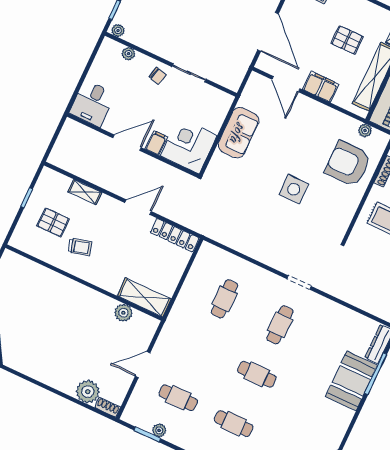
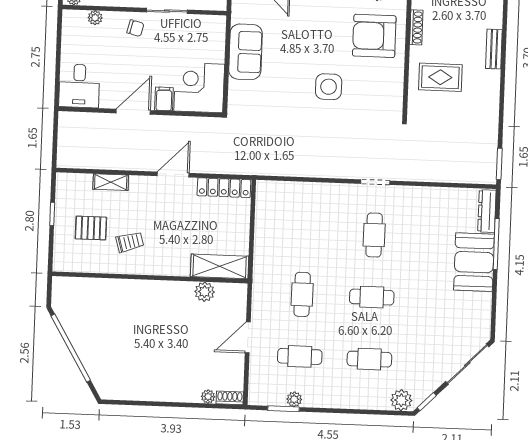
cafe table: (225, 299) -> (302, 294), moved
plant: (88, 392) -> (208, 397), width x0.53, depth x0.53

